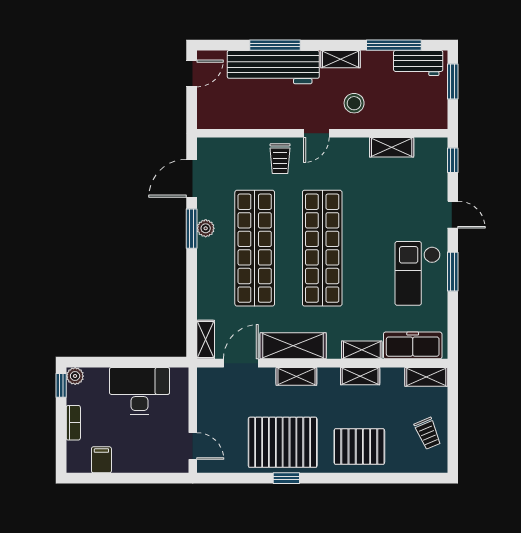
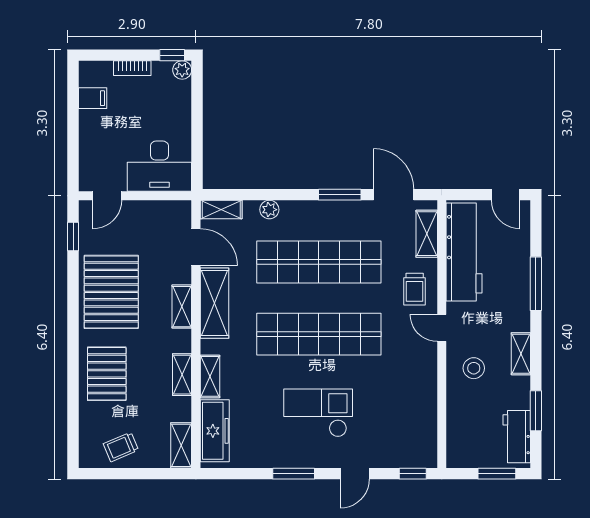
window: (394, 45) -> (536, 411), width x0.69
workbench: (273, 67) -> (464, 252), moved, turned 180
shelving: (392, 147) -> (427, 234), moved
trolley: (280, 159) -> (415, 289), turned -90
plant: (206, 228) -> (269, 210), moved
checkout: (418, 273) -> (318, 413), moved
desk: (139, 391) -> (159, 166), moved, turned 90
window: (286, 478) -> (73, 237), moved

